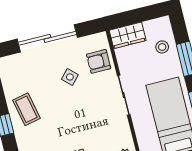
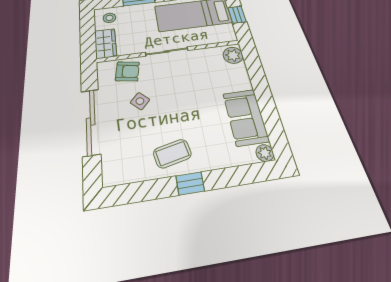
stool: (162, 47) -> (109, 18), moved
armchair: (99, 61) -> (127, 71), turned -80

